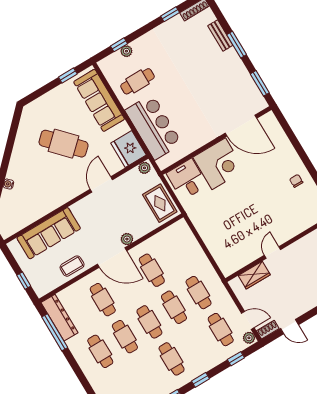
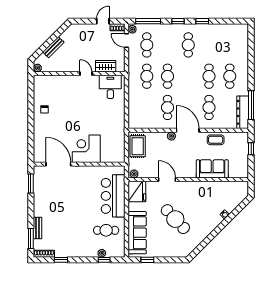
window: (237, 45) -> (31, 238), moved
desk: (187, 179) -> (110, 87), moved, turned 180
door: (101, 184) -> (167, 180), swing flipped
sofa: (49, 233) -> (212, 169), width x0.73
door: (272, 252) -> (86, 74), swing flipped
cafe table: (149, 322) -> (188, 76), removed
door: (289, 327) -> (103, 21), hinge flipped
window: (236, 359) -> (148, 21), width x2.17

